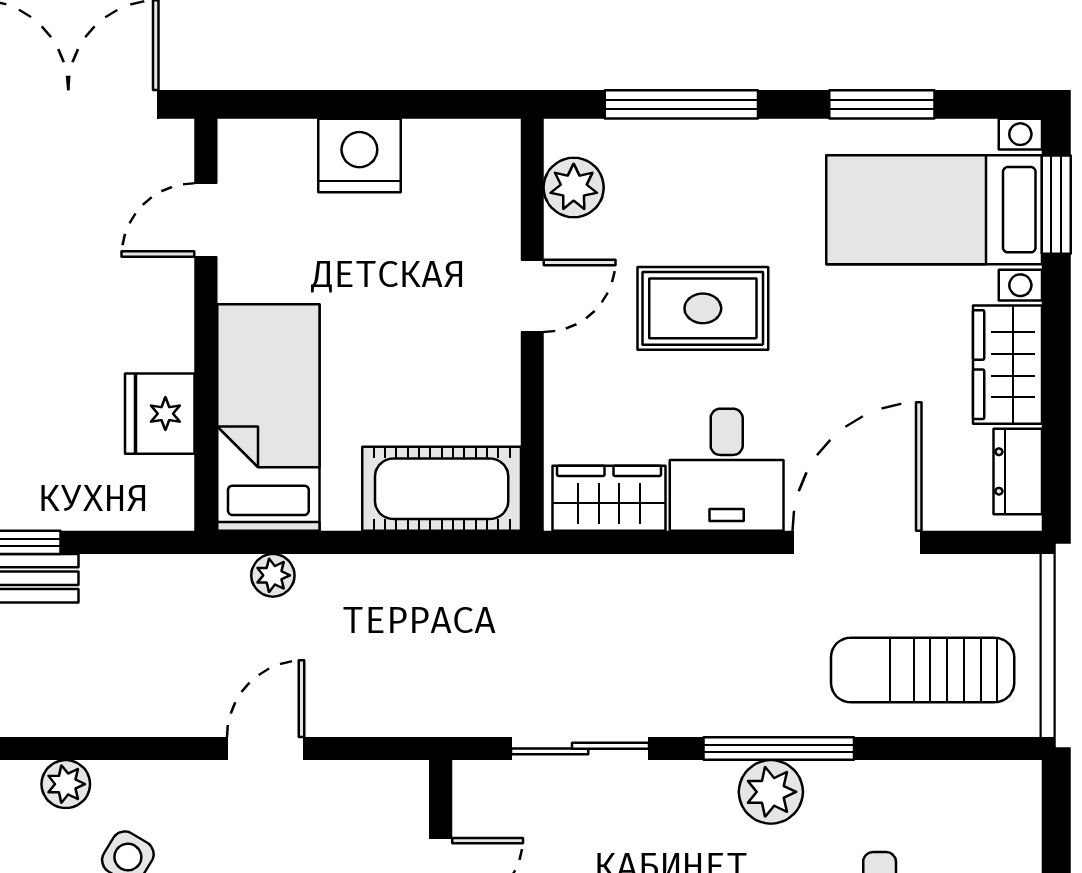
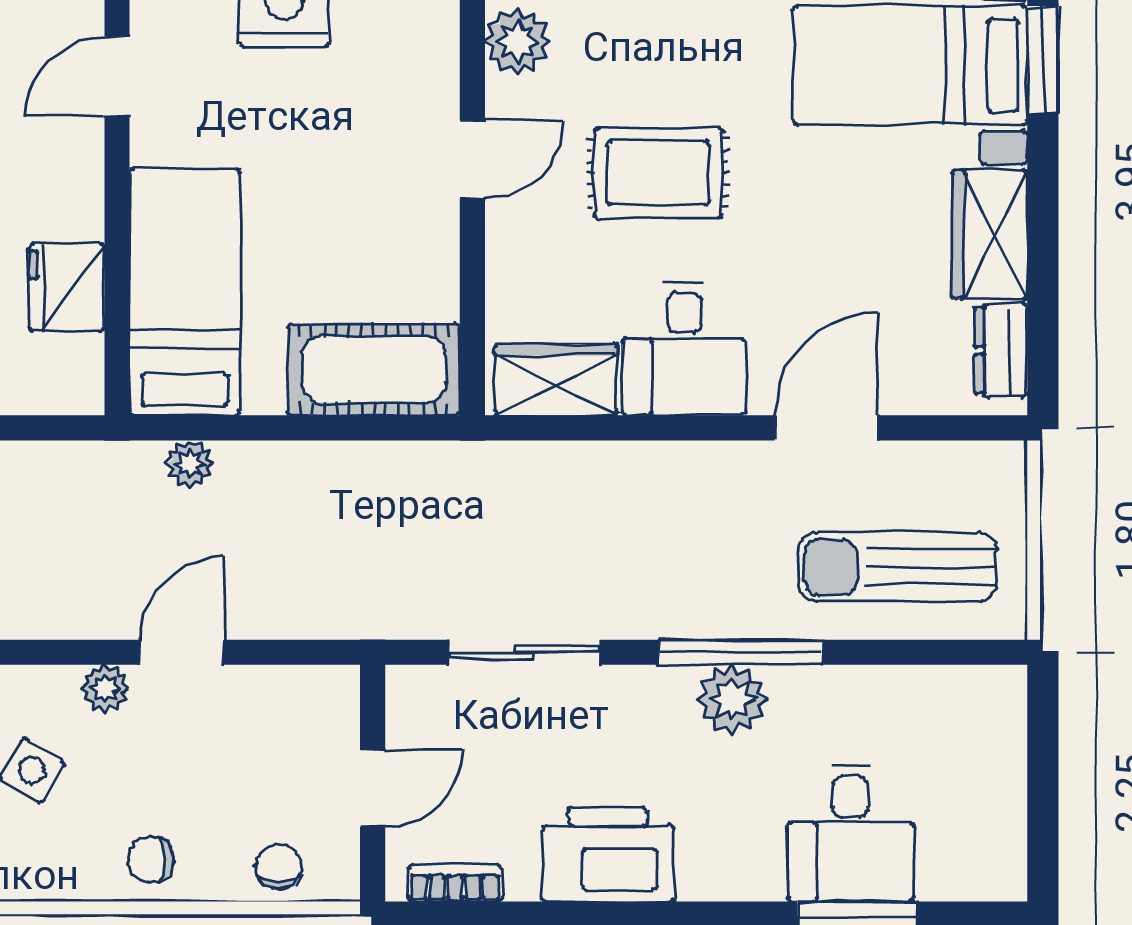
door: (857, 542) -> (826, 428), width x0.73
plant: (195, 782) -> (105, 688), added

